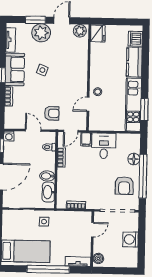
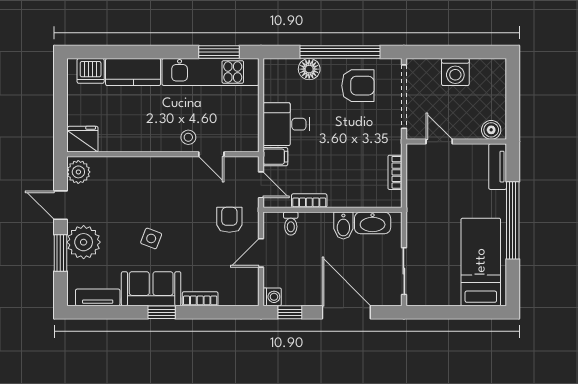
side table: (44, 222) -> (426, 230), removed

